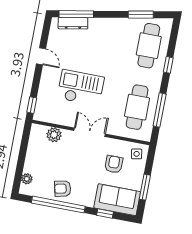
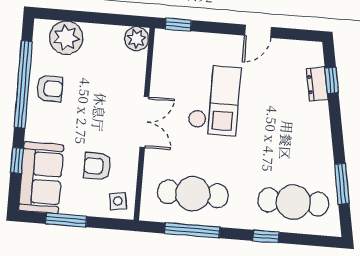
window: (76, 14) -> (332, 80), width x0.46
dresser: (73, 23) -> (317, 84), width x0.70
plant: (54, 135) -> (137, 39), moved
armchair: (114, 164) -> (97, 166), turned 180
plant: (27, 179) -> (66, 38), width x1.88, depth x1.88
armchair: (63, 189) -> (50, 88), turned 103

